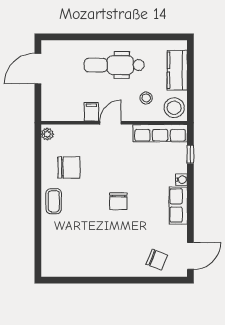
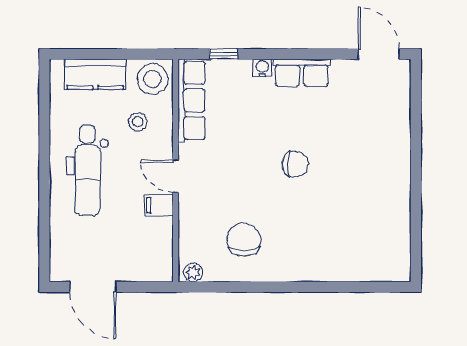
coffee table: (54, 201) -> (295, 263), removed
chair: (157, 260) -> (384, 105), removed

